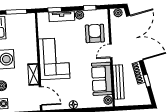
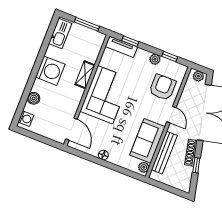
tv unit: (62, 16) -> (121, 47), moved
door: (111, 51) -> (171, 115), swing flipped
shelving: (33, 74) -> (85, 75), moved

